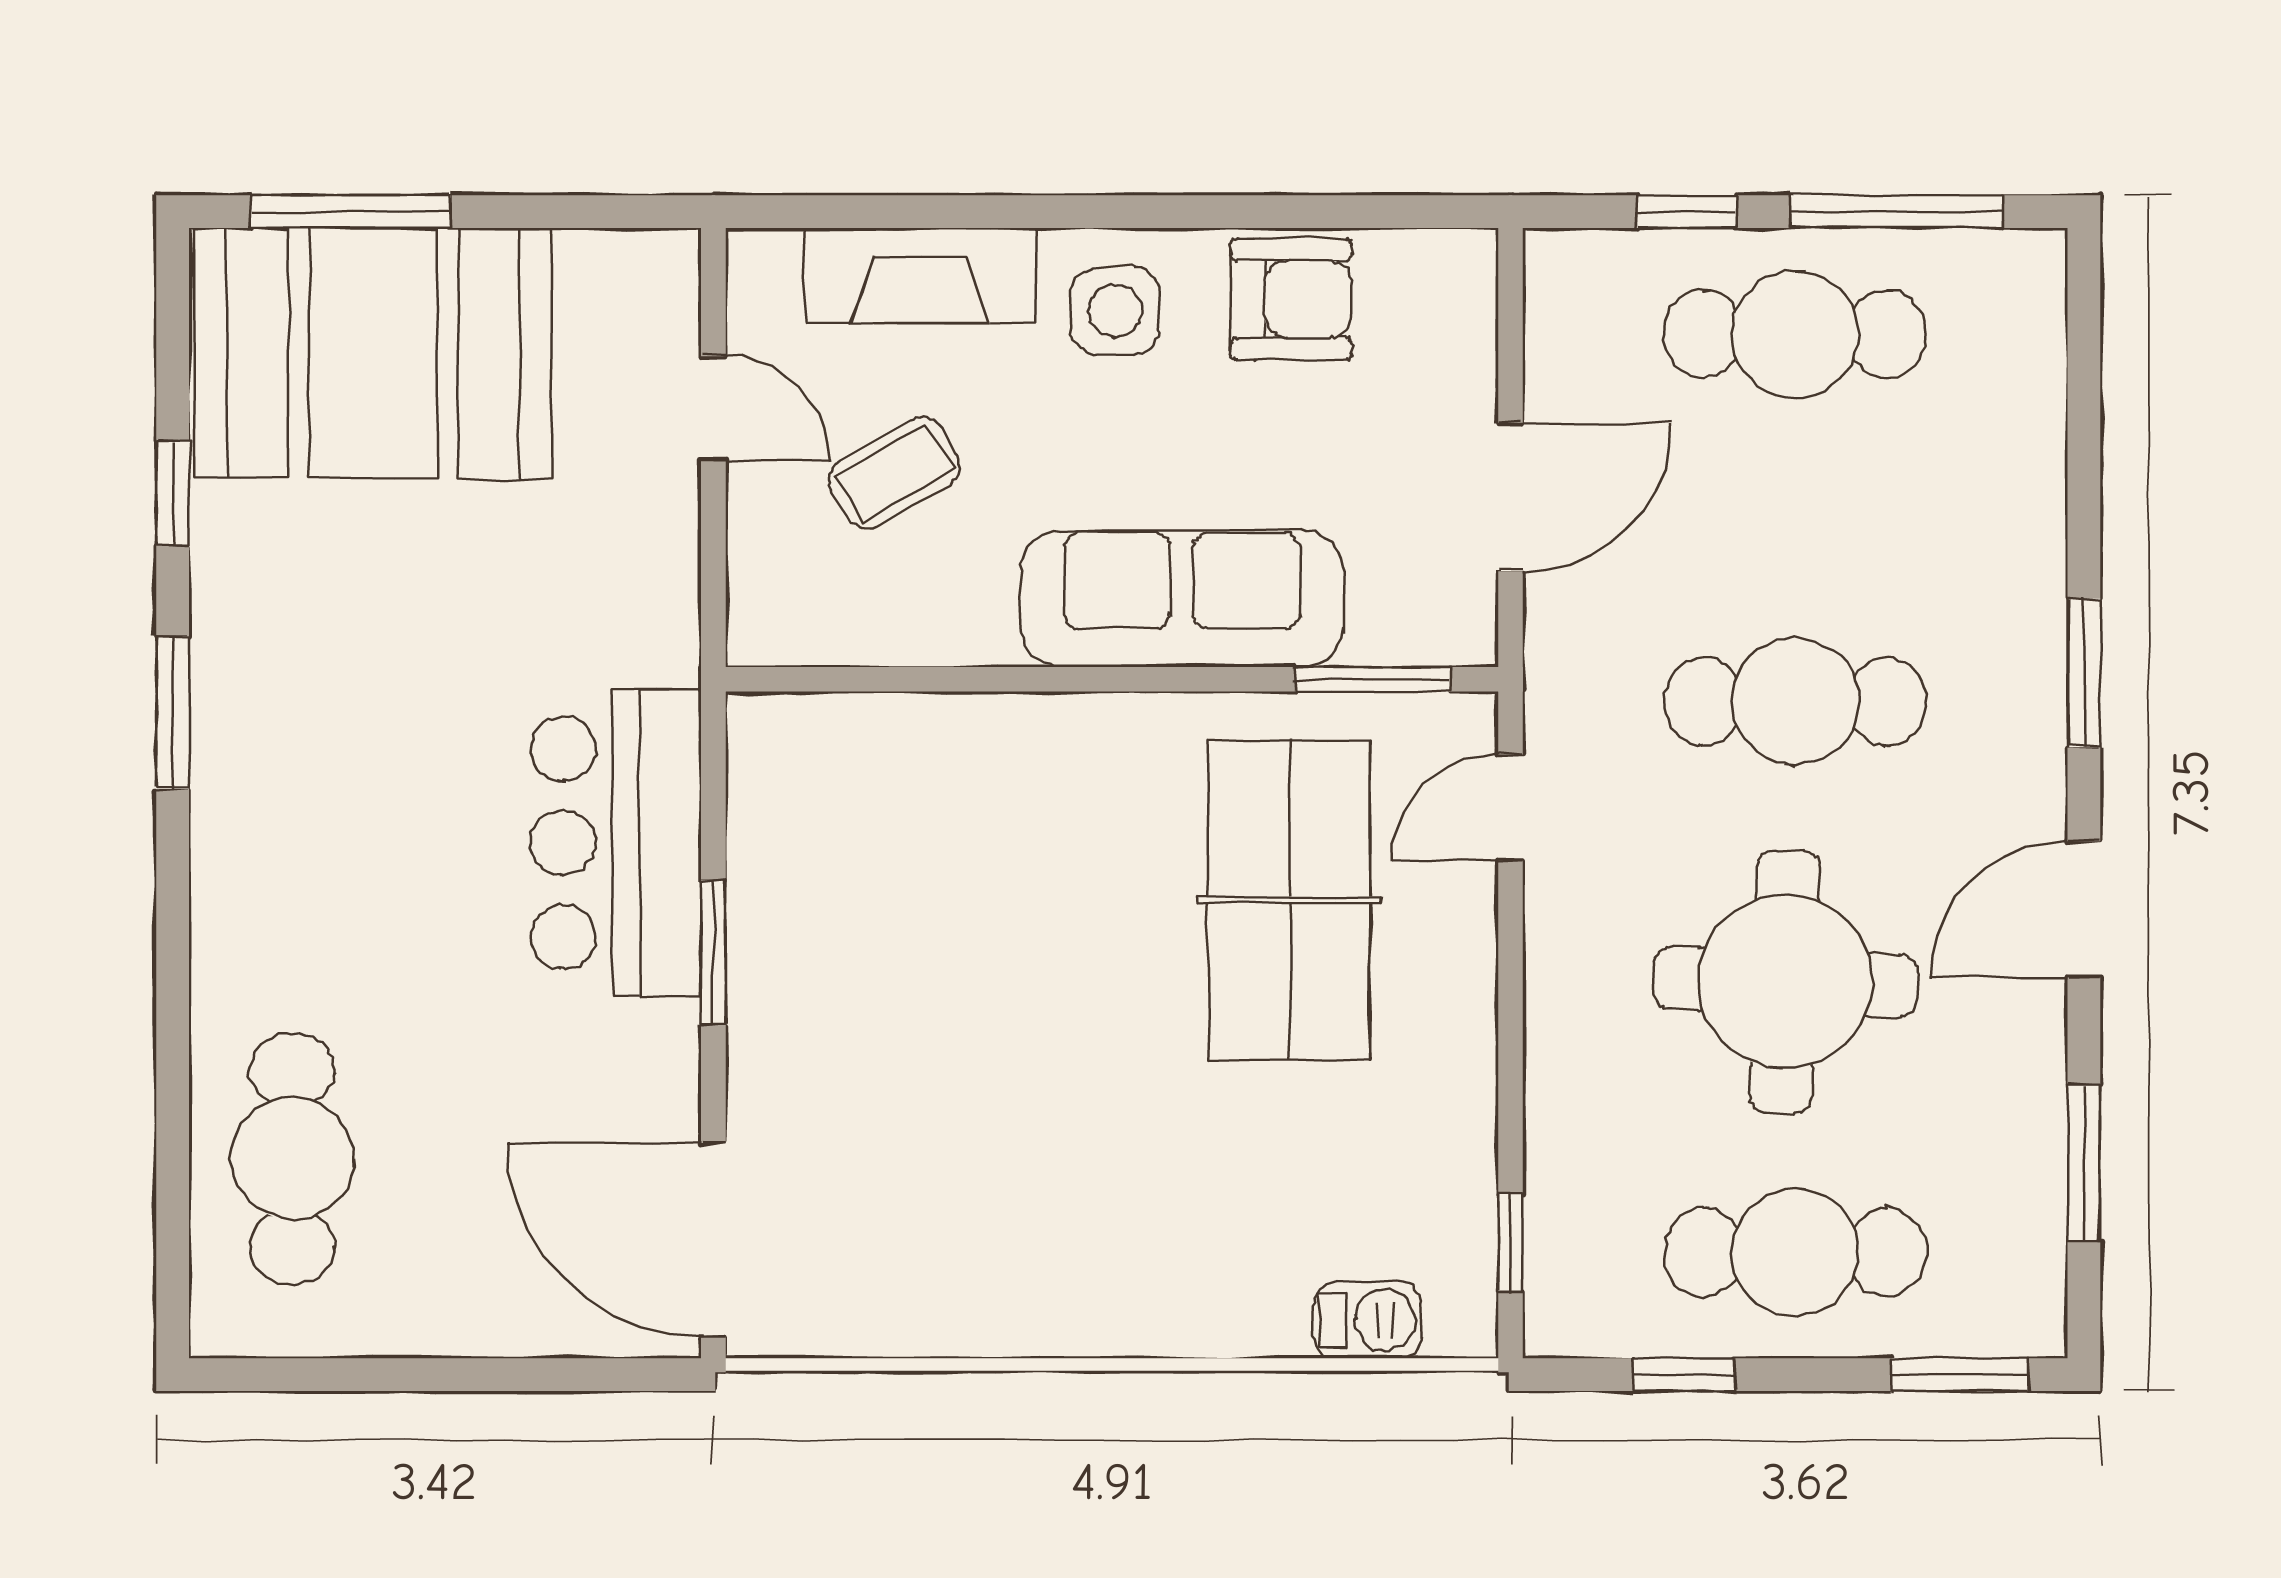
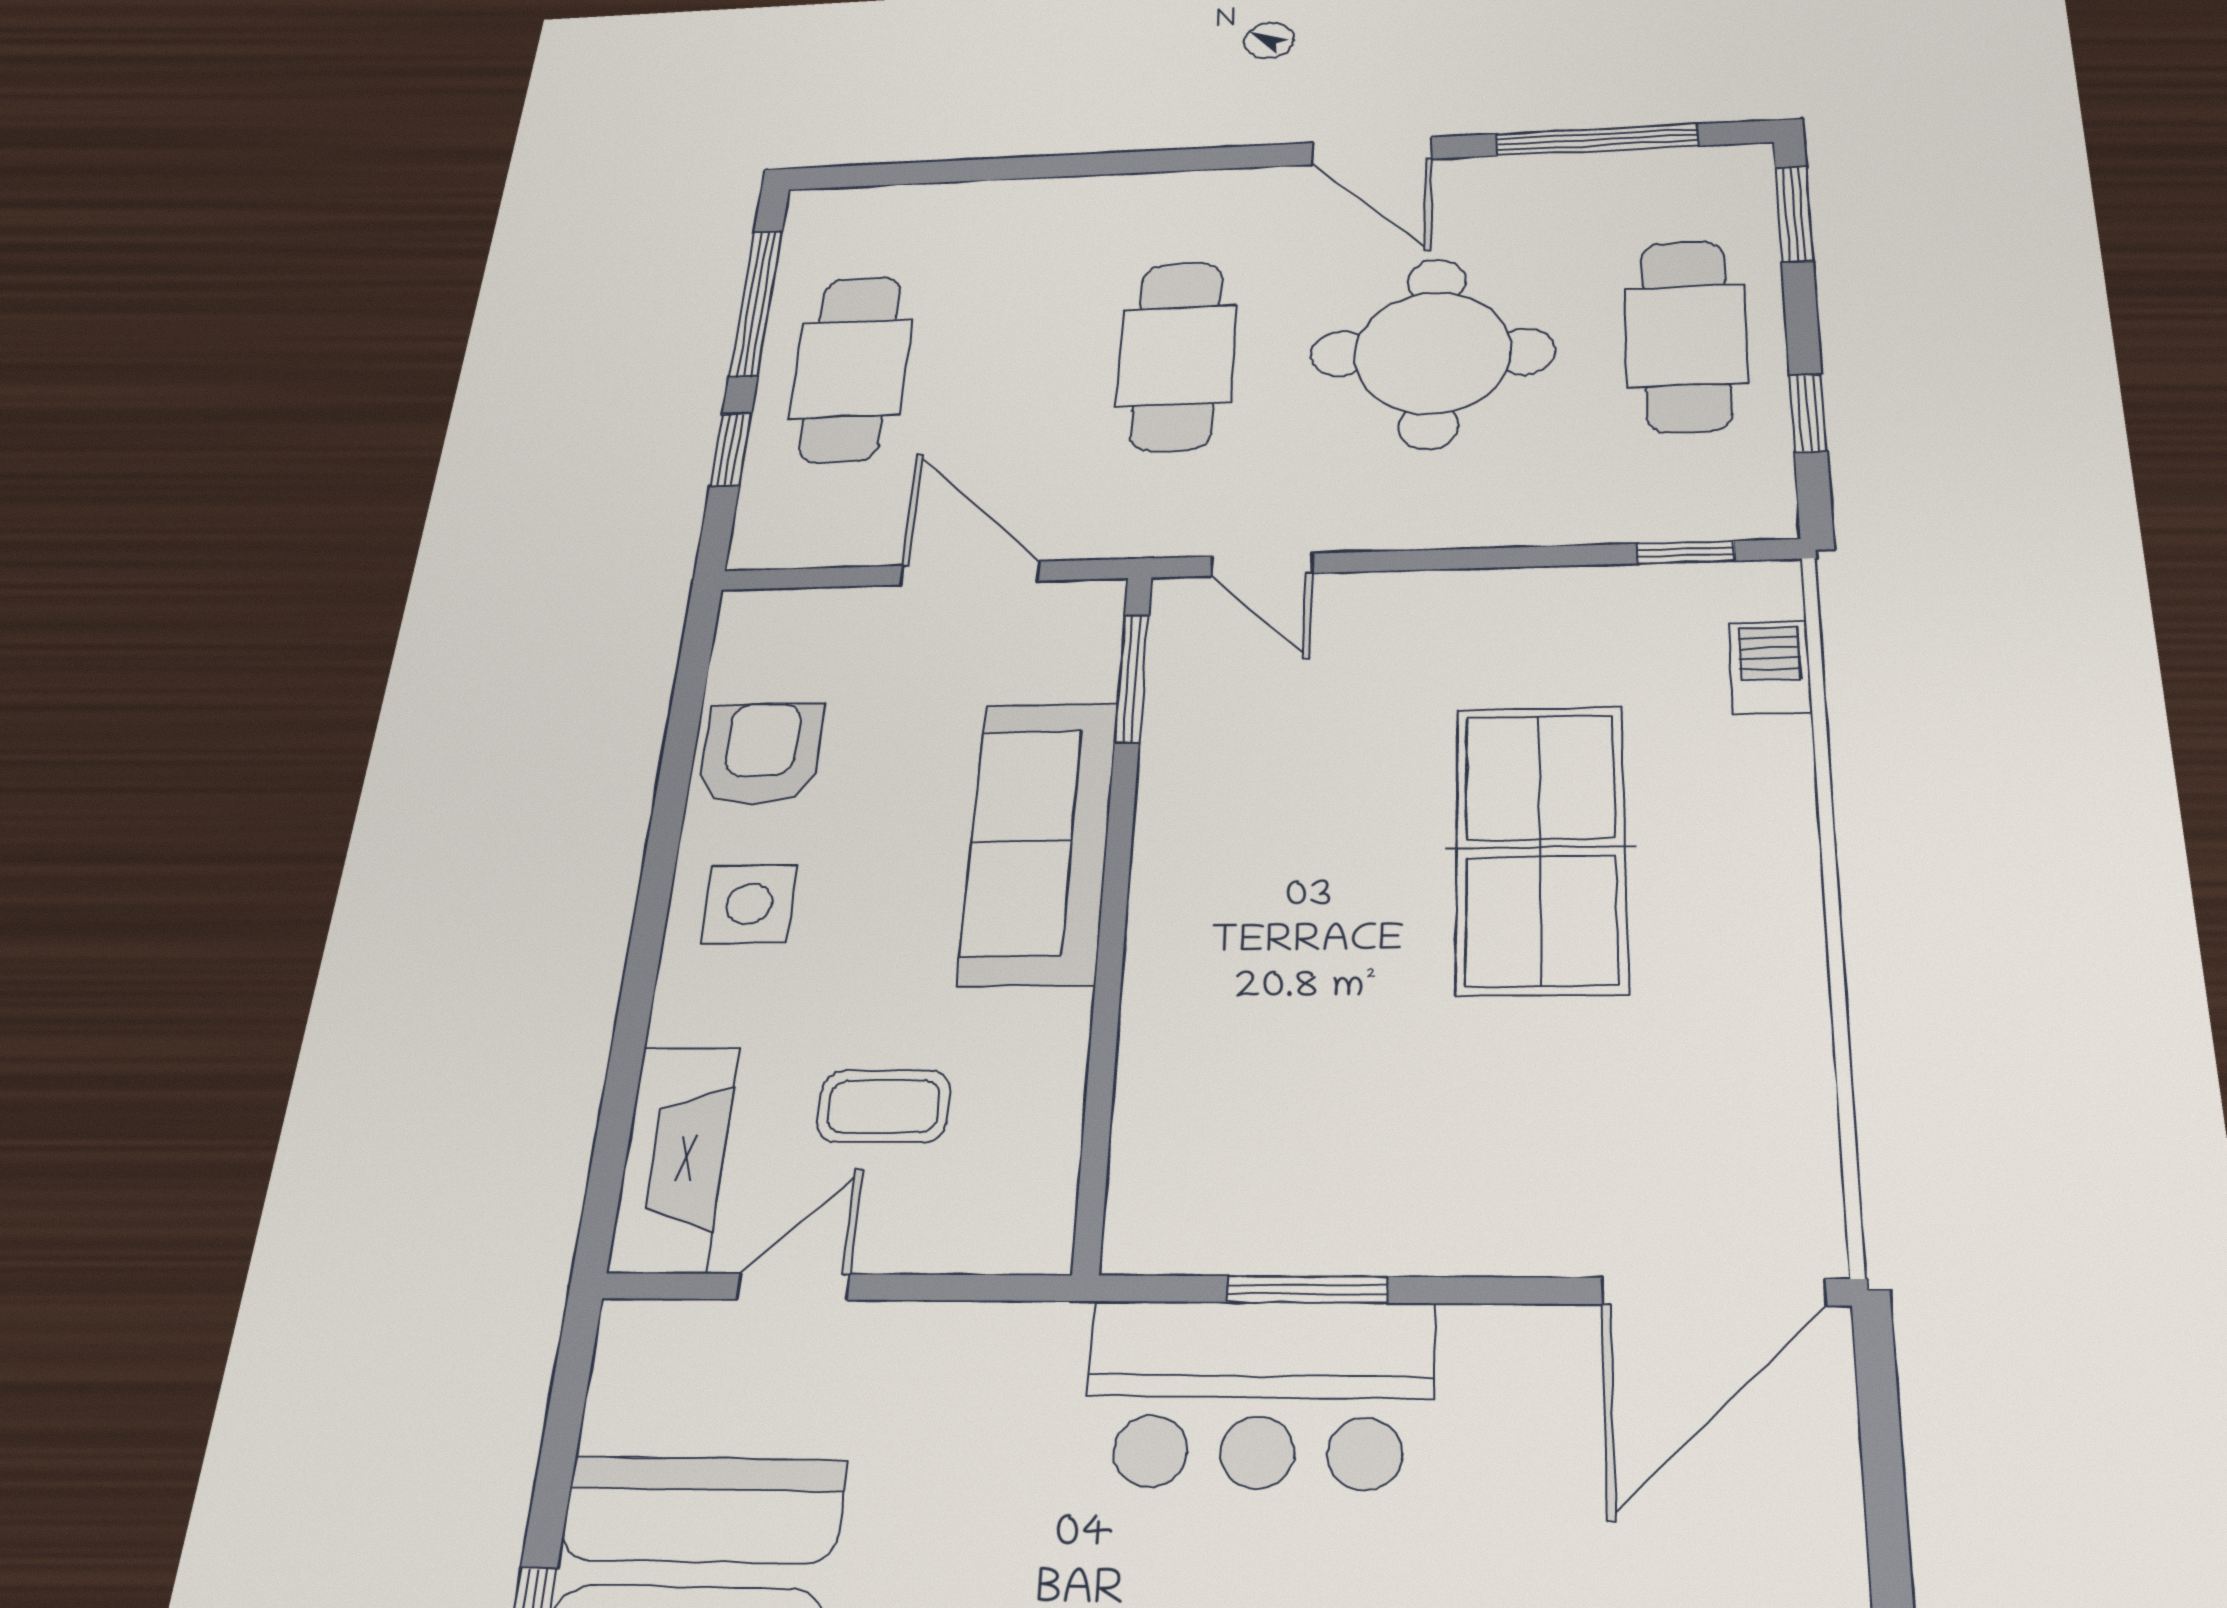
fireplace: (921, 275) -> (674, 1158), moved
coffee table: (894, 473) -> (884, 1106), turned -59
window: (2084, 673) -> (1167, 161), removed
table tennis table: (1289, 900) -> (1541, 848), moved, turned 90
window: (713, 952) -> (1307, 1289), moved
window: (2084, 1163) -> (1597, 140), width x1.44

